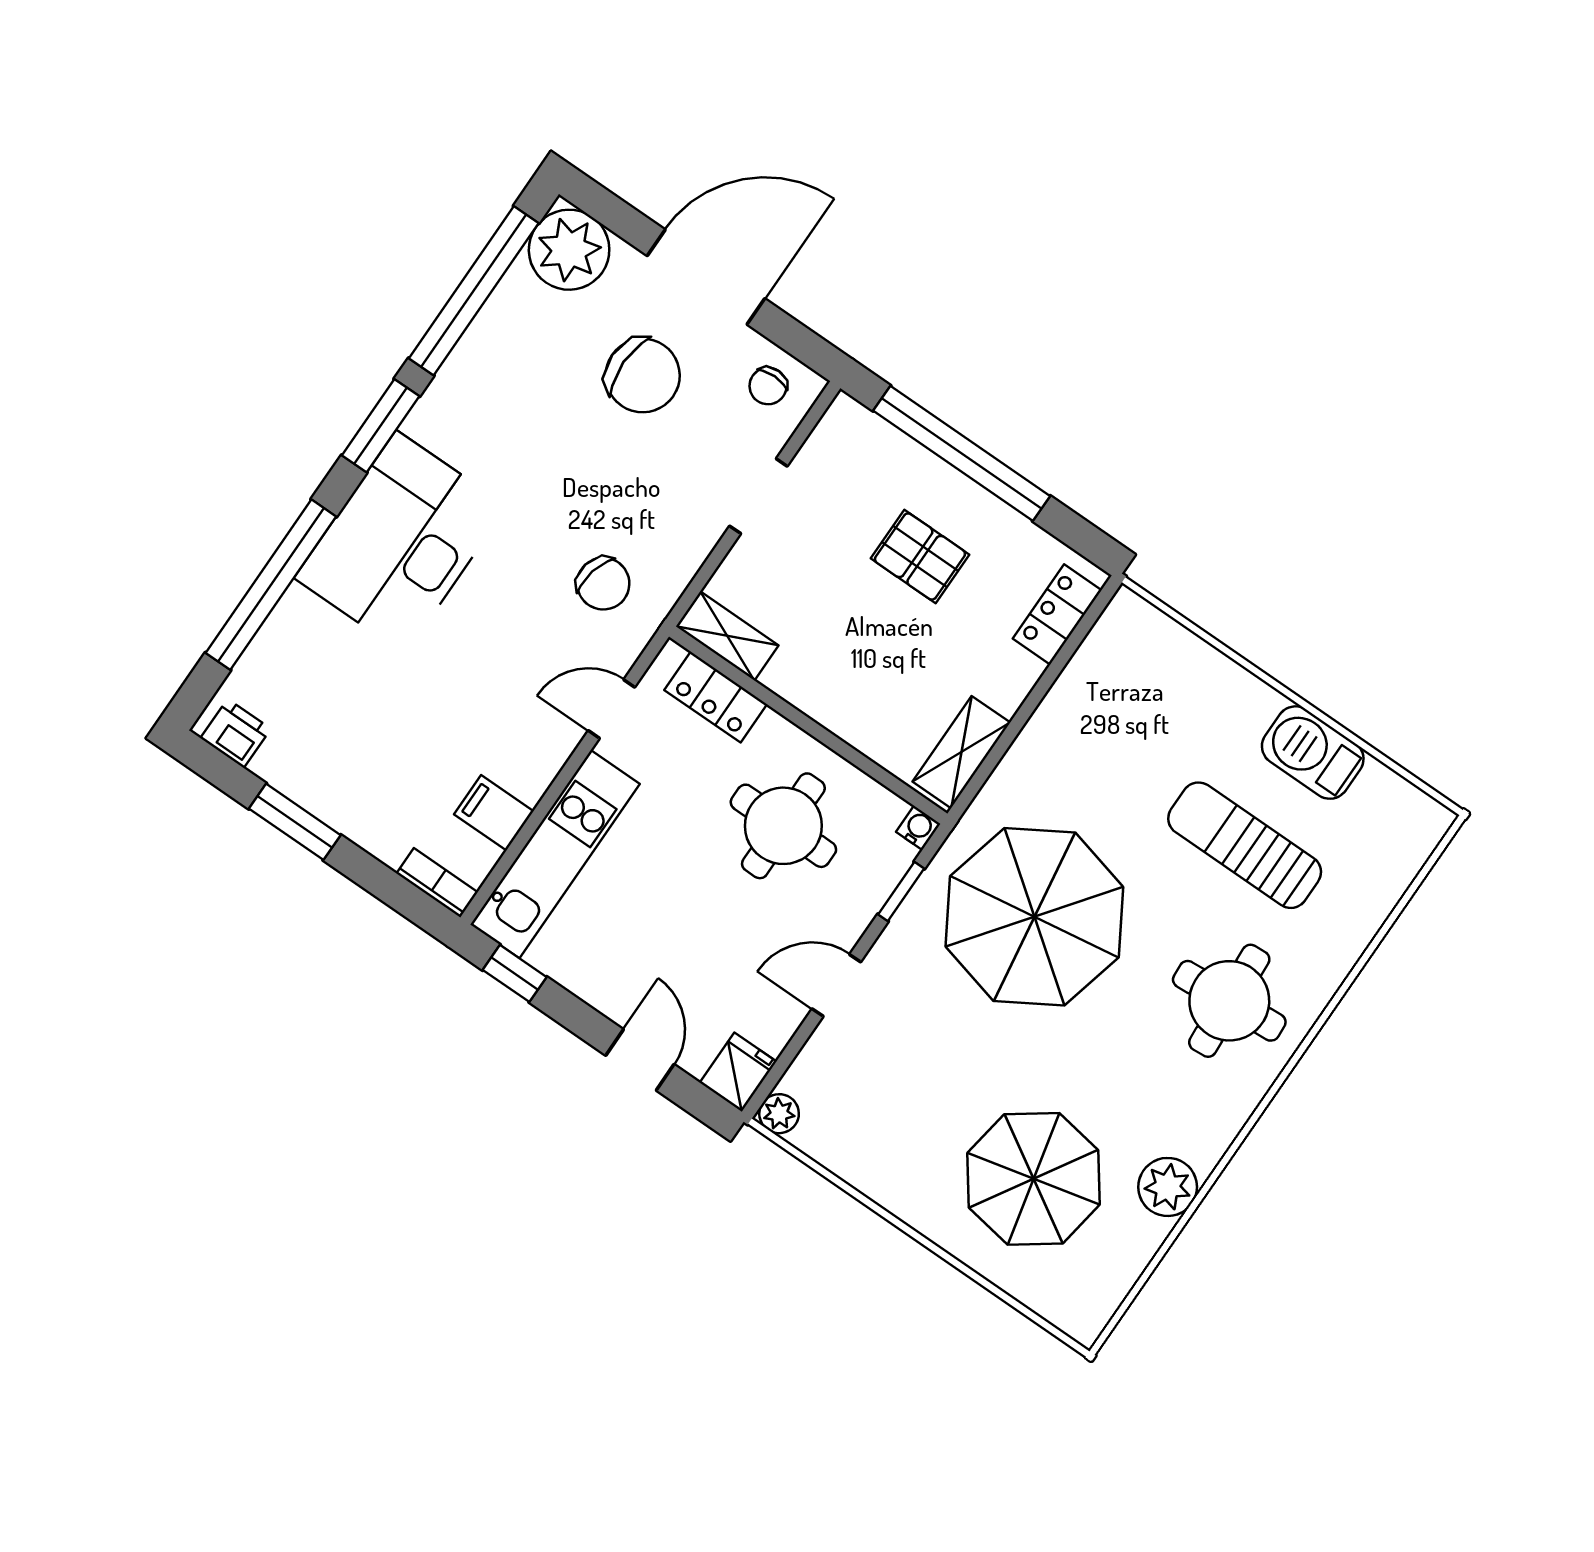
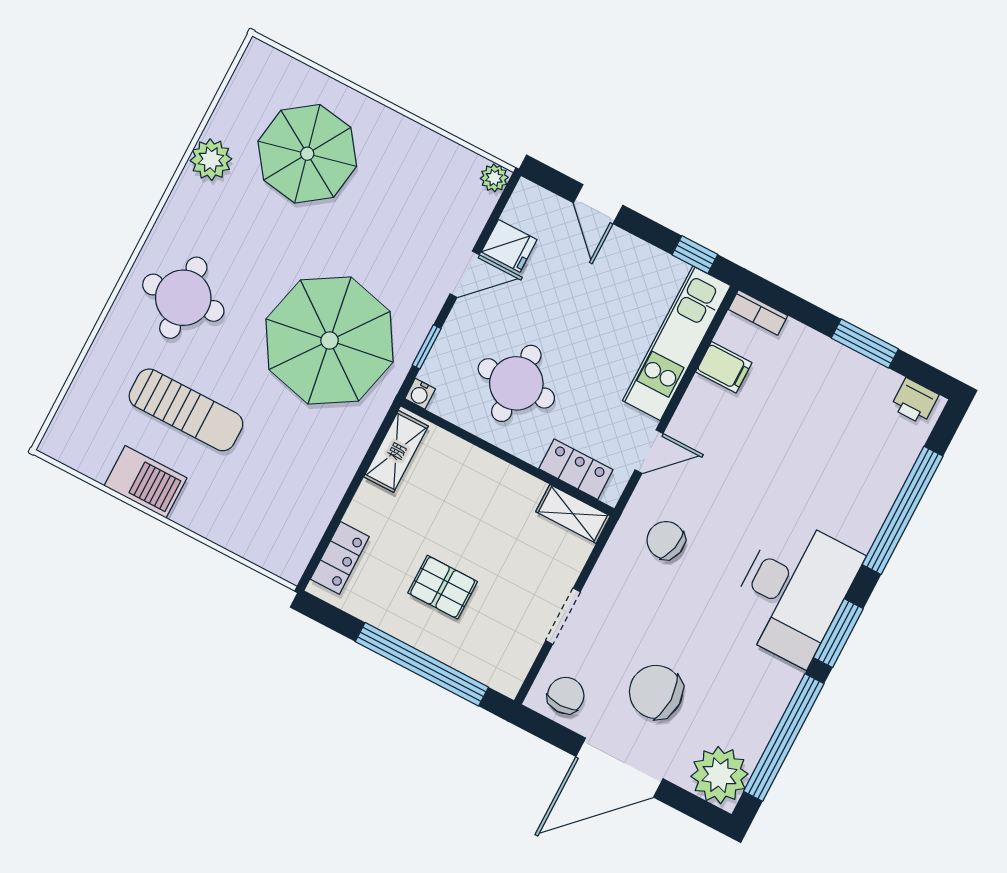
chair: (768, 386) -> (566, 695), width x1.37, depth x1.37
desk: (401, 542) -> (794, 591), moved
fridge: (738, 1072) -> (509, 246), moved, turned -90

